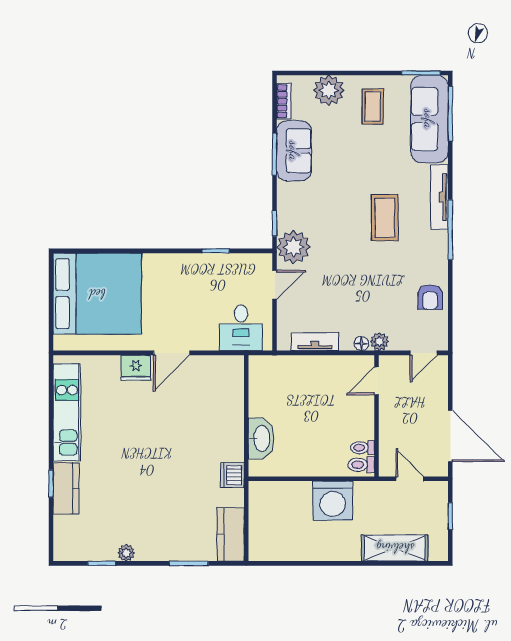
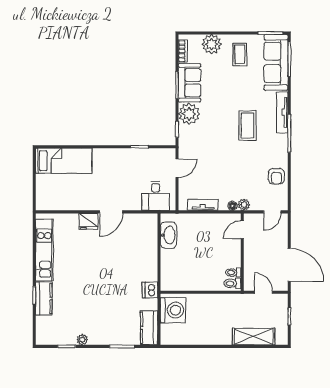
plant: (293, 247) -> (189, 114), moved
bed: (97, 294) -> (64, 161), width x0.49
washbasin: (261, 438) -> (168, 235), moved
washing machine: (333, 501) -> (173, 310), moved, turned -90

